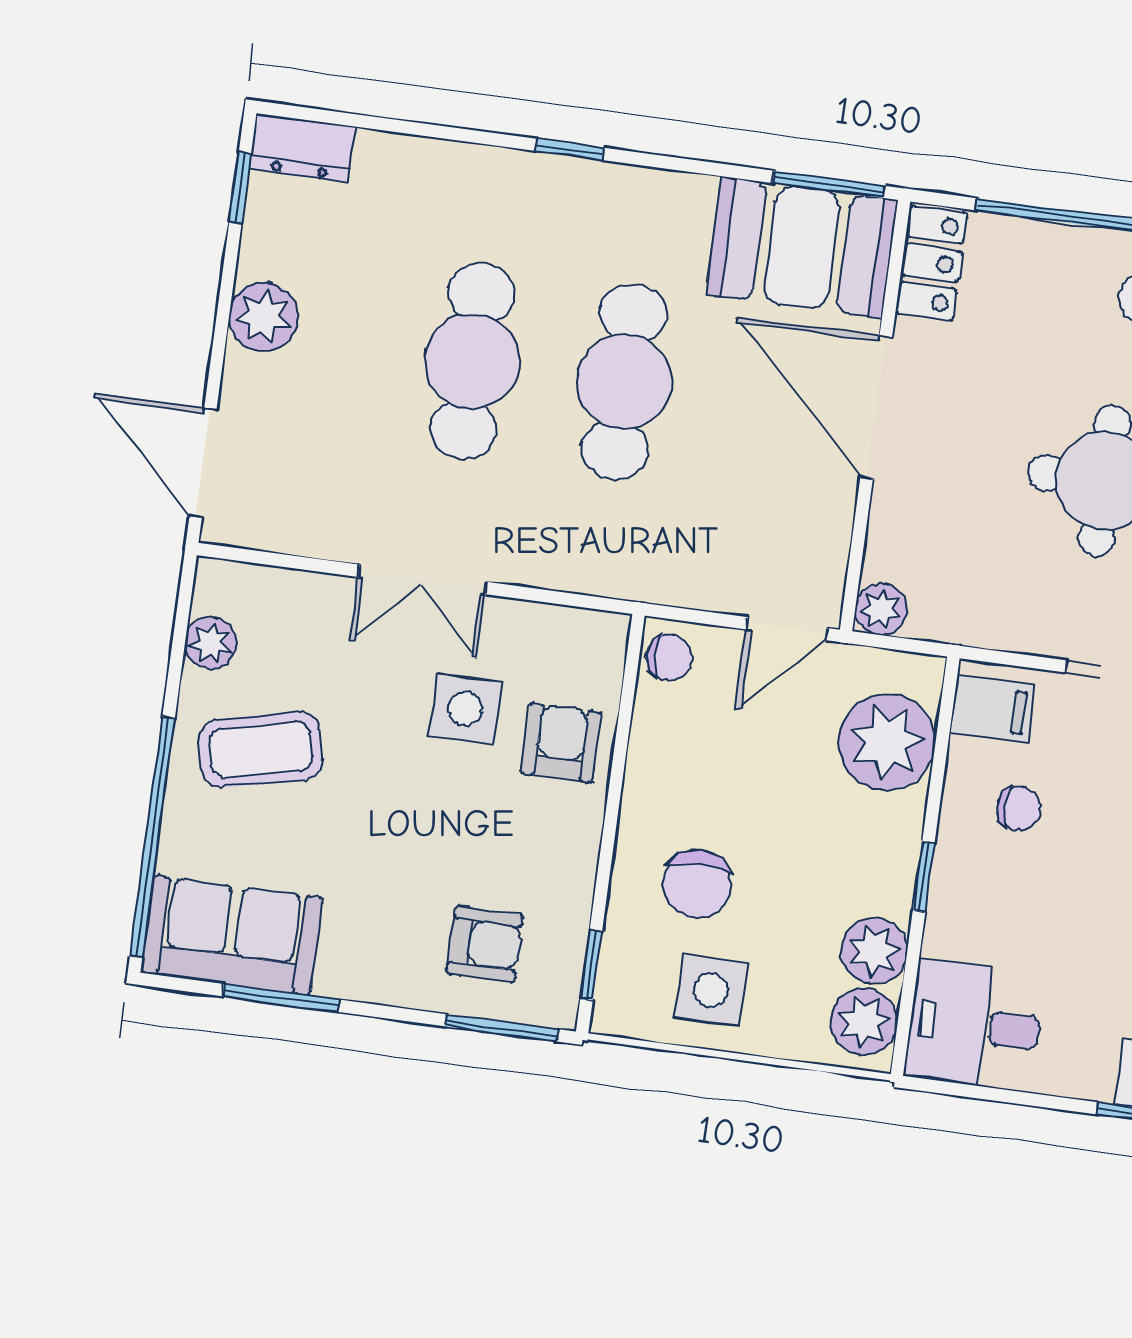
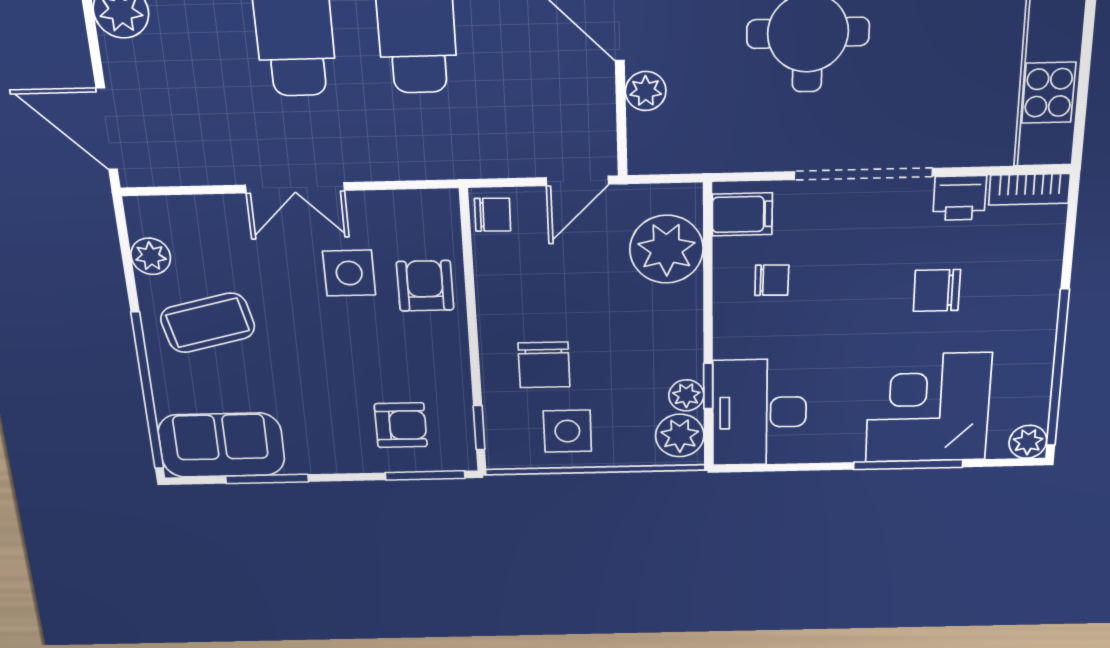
plant: (881, 609) -> (646, 91), moved
window: (924, 877) -> (708, 386), moved
plant: (874, 951) -> (686, 395), width x0.73, depth x0.73
desk: (975, 1025) -> (759, 412), width x1.37

